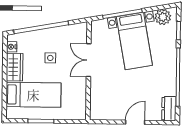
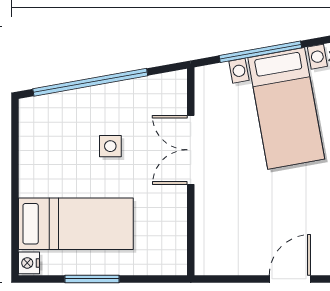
nightstand: (12, 47) -> (29, 263), moved
wardrobe: (15, 67) -> (36, 166), removed

